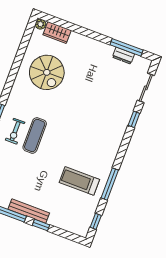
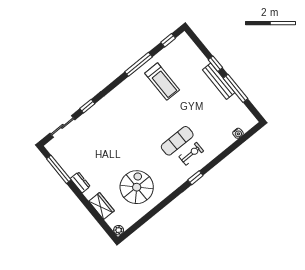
wardrobe: (57, 33) -> (102, 206), moved
dresser: (123, 56) -> (80, 182), moved

